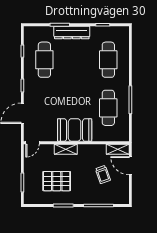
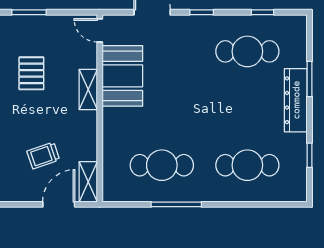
booth: (75, 130) -> (122, 76), moved
pallet: (57, 181) -> (31, 73), width x0.67, depth x0.71

